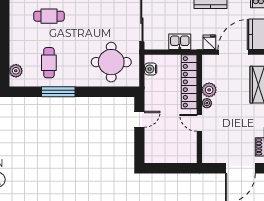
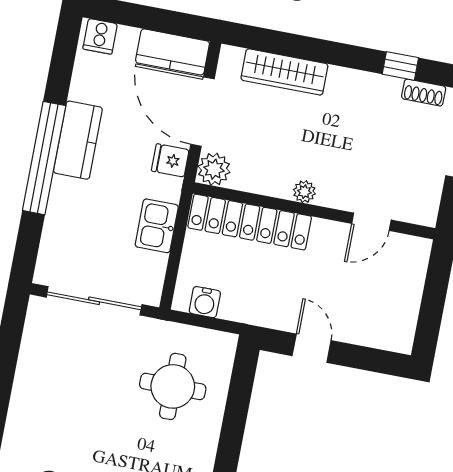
round table: (111, 62) -> (173, 386), width x0.73, depth x0.73
plant: (209, 90) -> (214, 169), moved
door: (199, 123) -> (371, 222), moved

